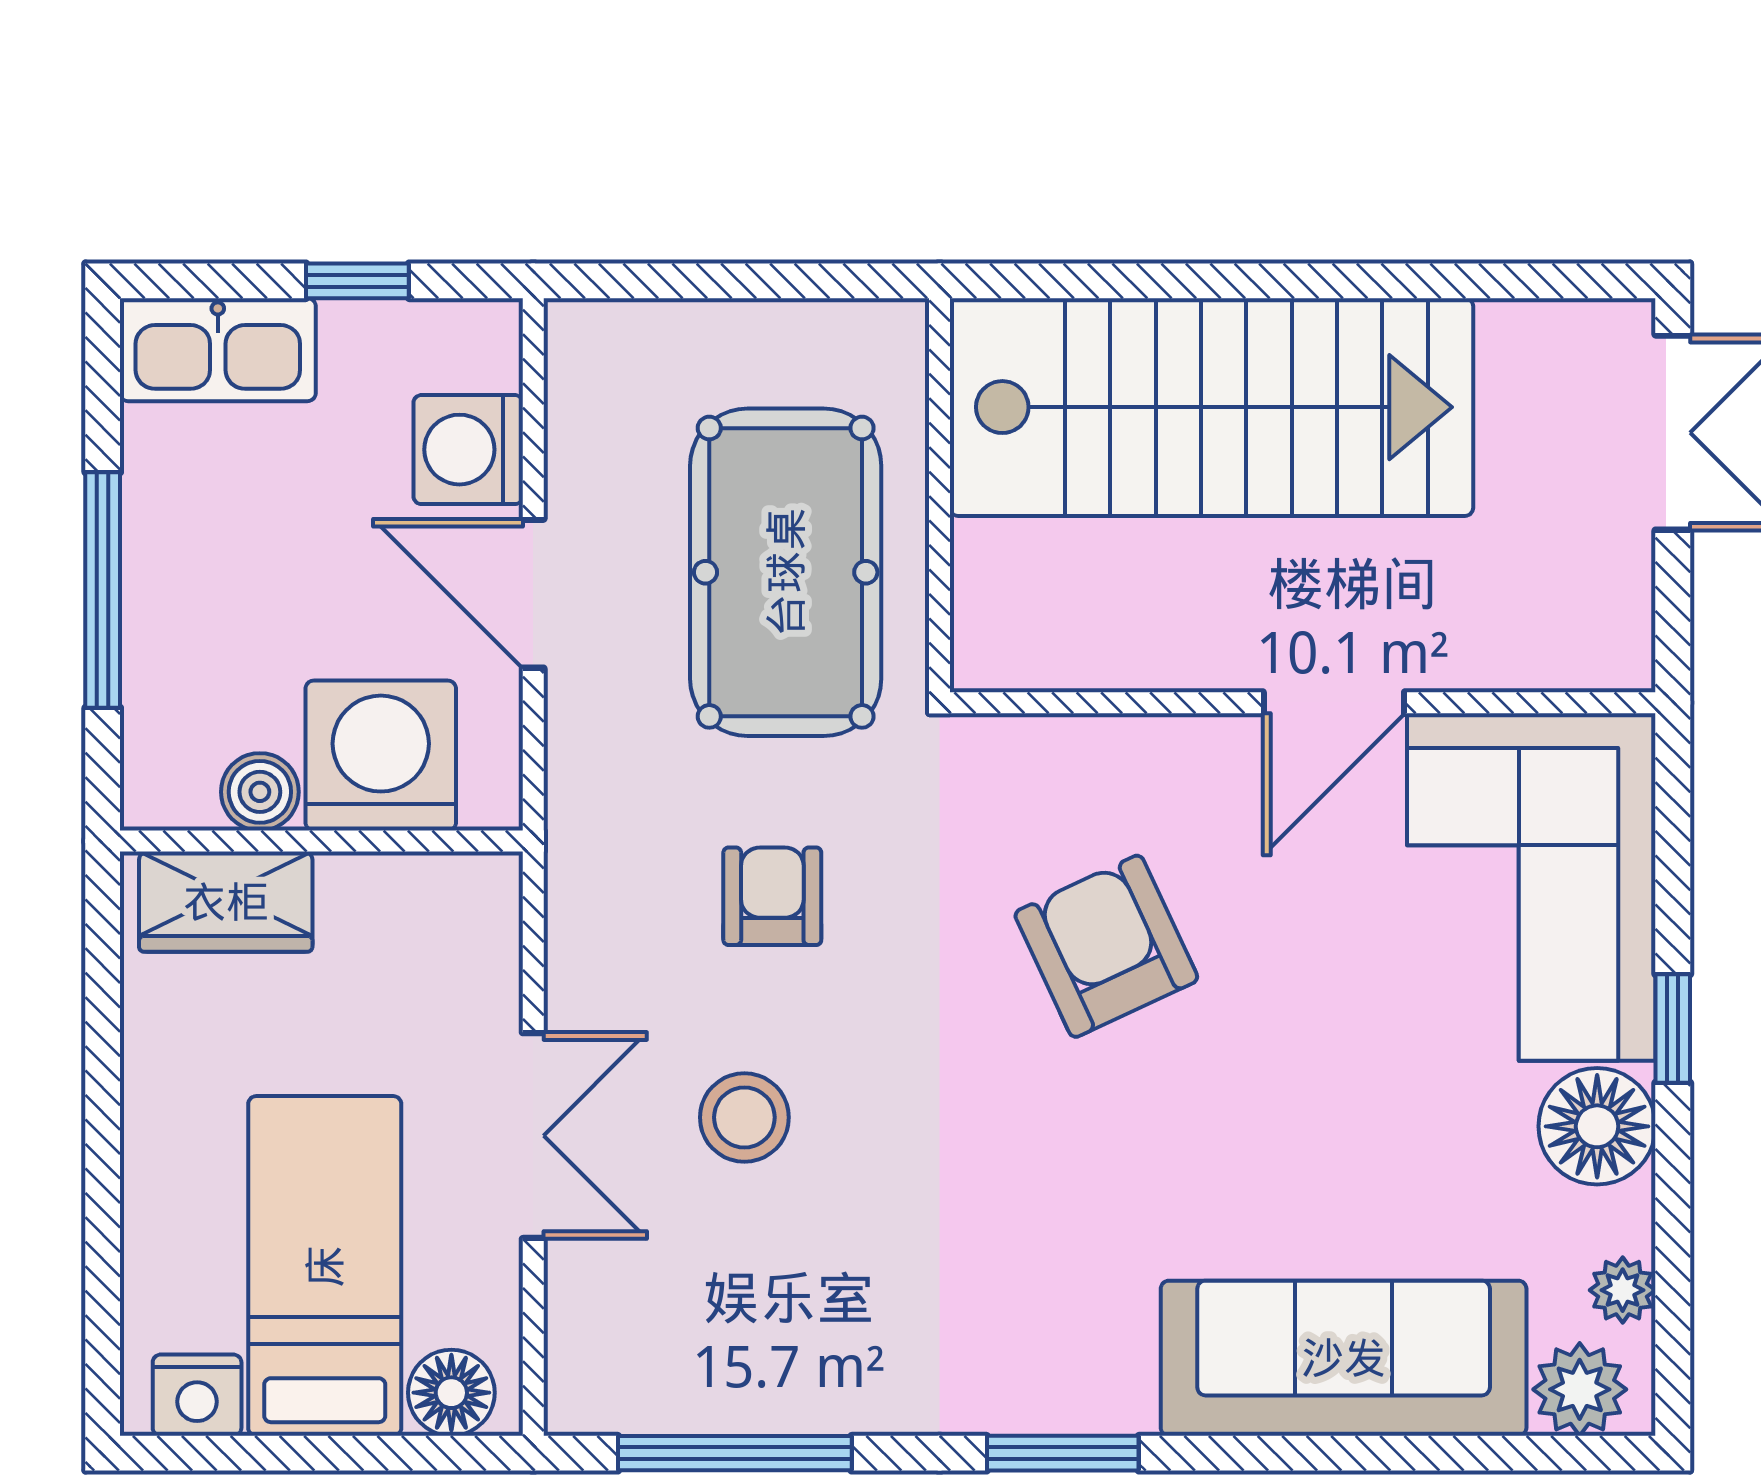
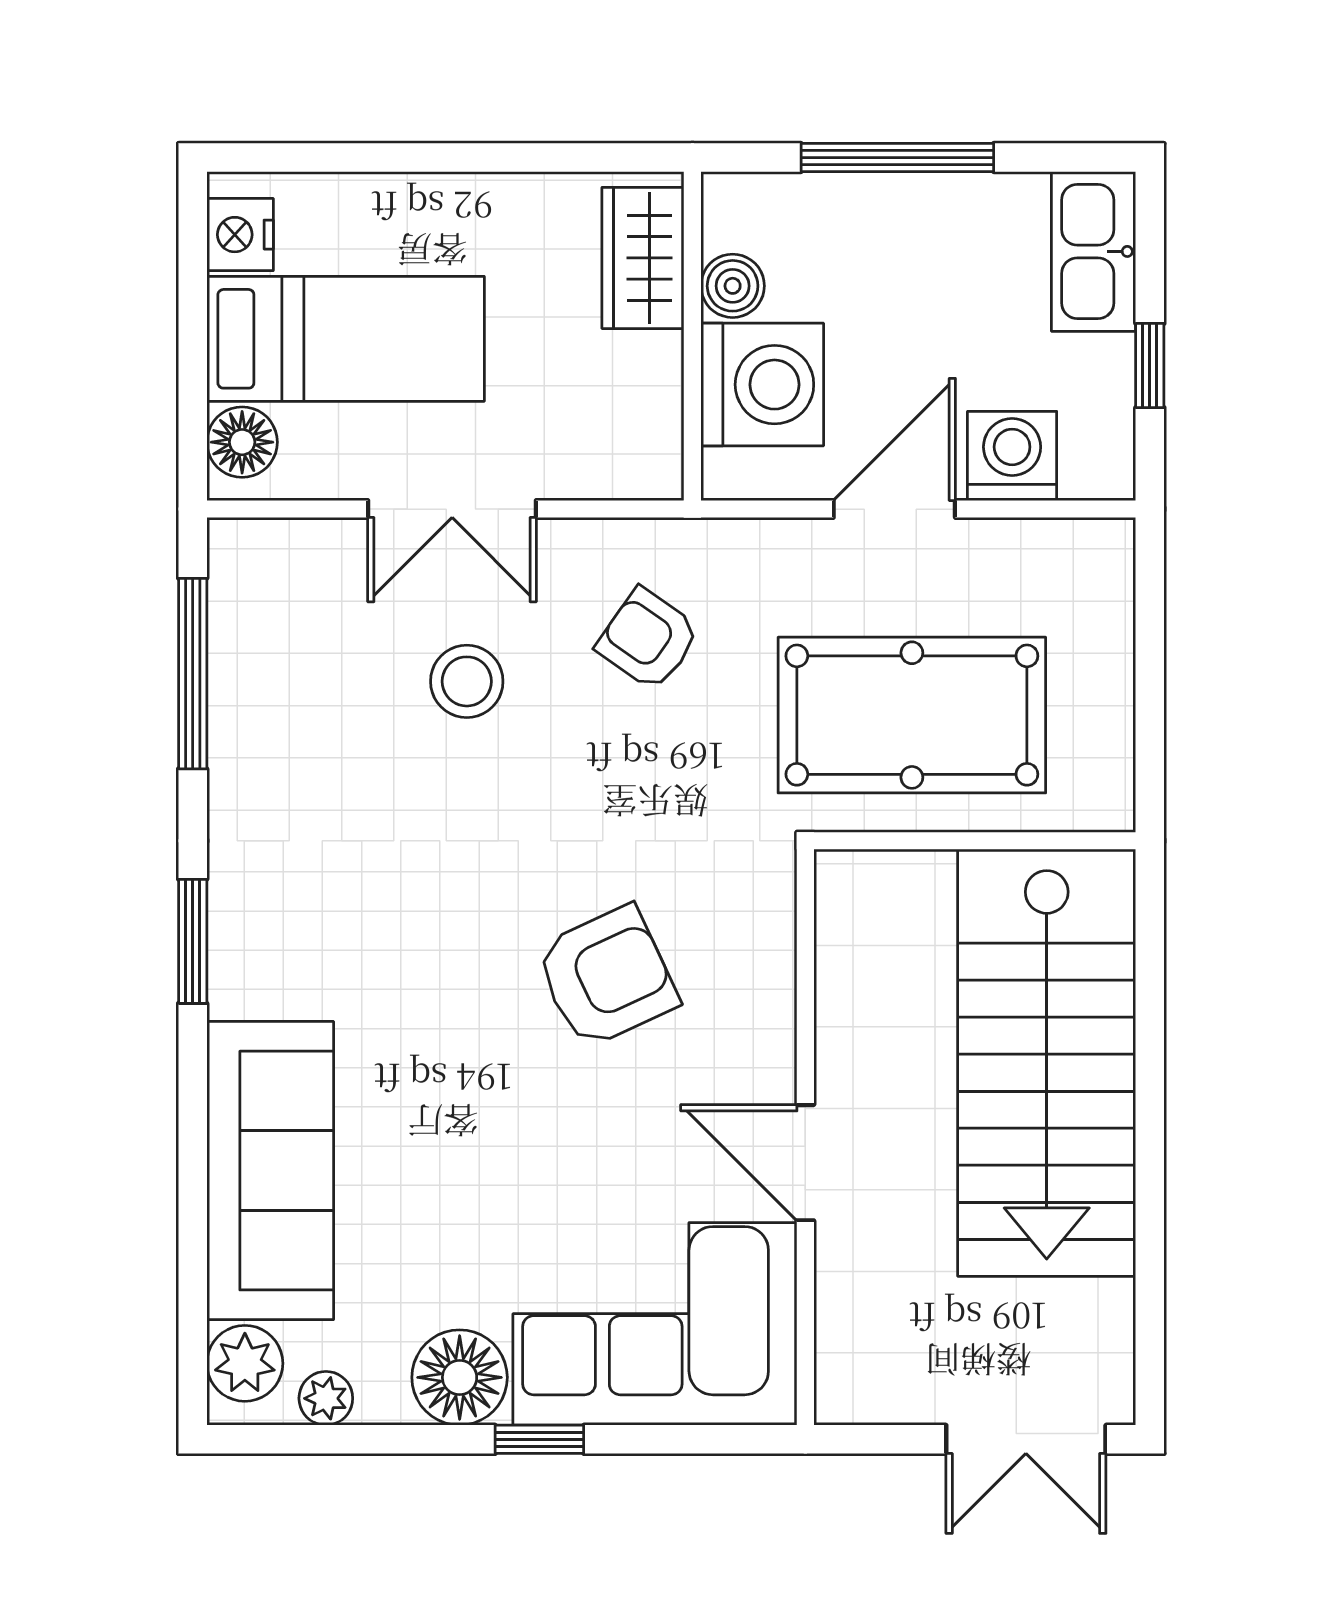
armchair: (772, 896) -> (648, 639), moved, turned -145

